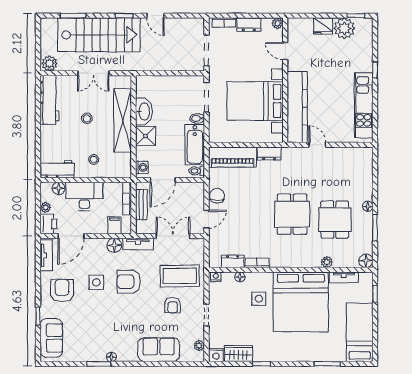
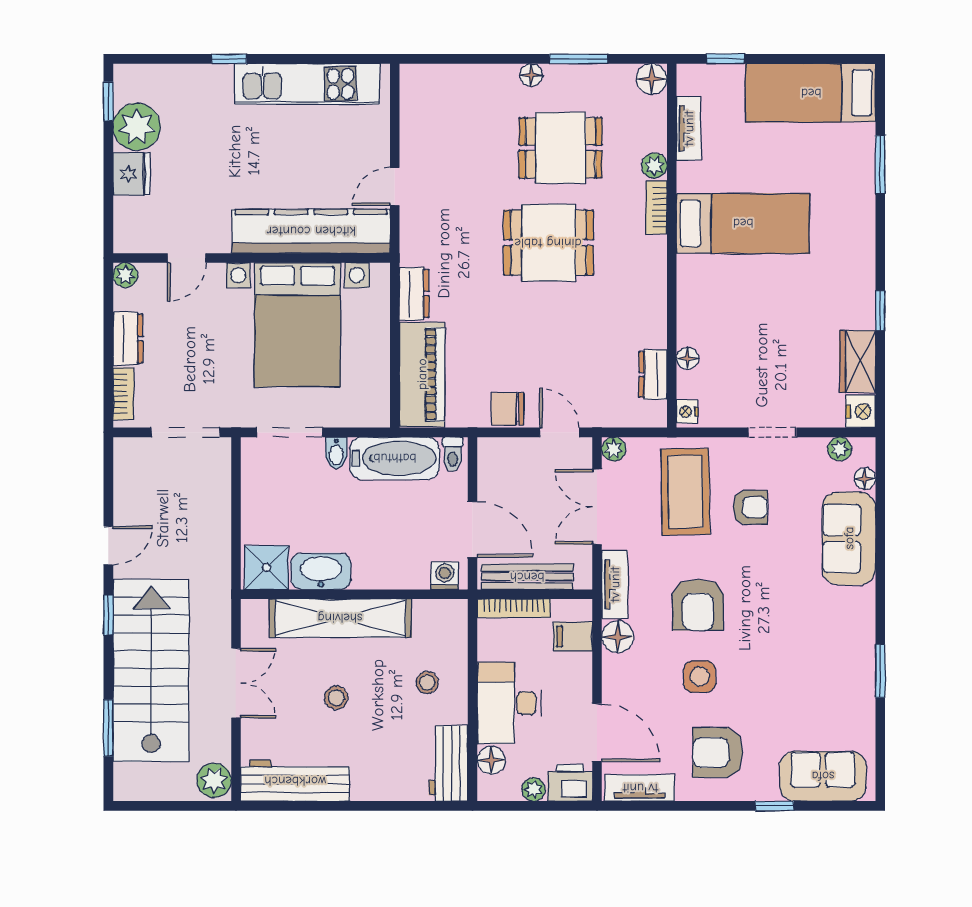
shower: (145, 136) -> (267, 568), moved
bench: (141, 205) -> (527, 577), width x1.36
plant: (199, 244) -> (614, 449), added
bookcase: (257, 263) -> (656, 207), moved
side table: (259, 299) -> (736, 316), removed
bed: (301, 302) -> (743, 223), width x0.49
floor lamp: (111, 357) -> (865, 479), moved

